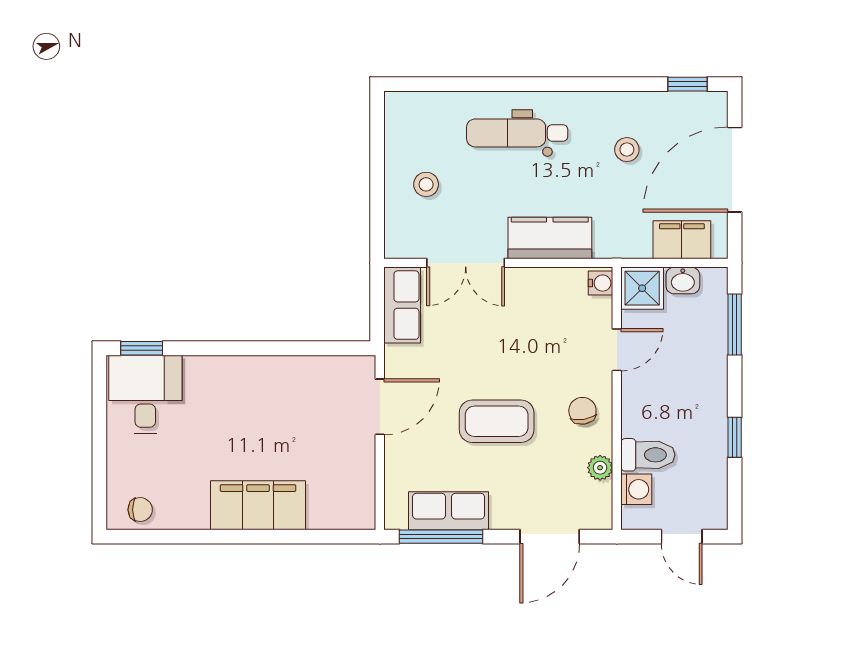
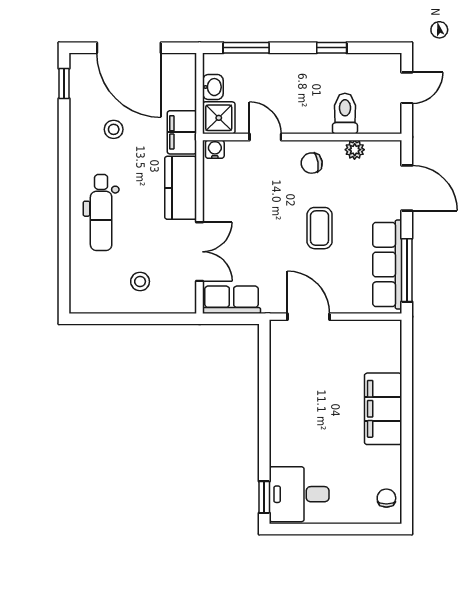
filing cabinet: (682, 240) -> (182, 132), moved
coffee table: (497, 421) -> (320, 228), width x0.73, depth x0.77
washing machine: (636, 489) -> (371, 122), removed
row of seats: (449, 511) -> (387, 264), width x1.48

